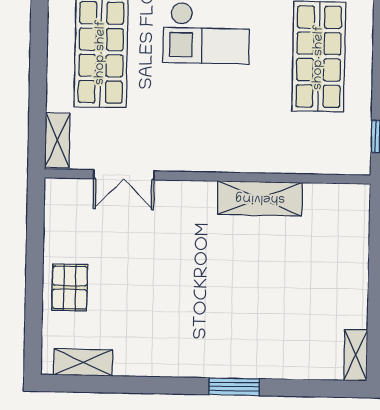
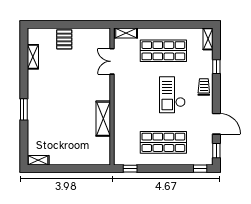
pallet: (70, 288) -> (64, 39), turned 90
shelving: (83, 362) -> (33, 57), moved

